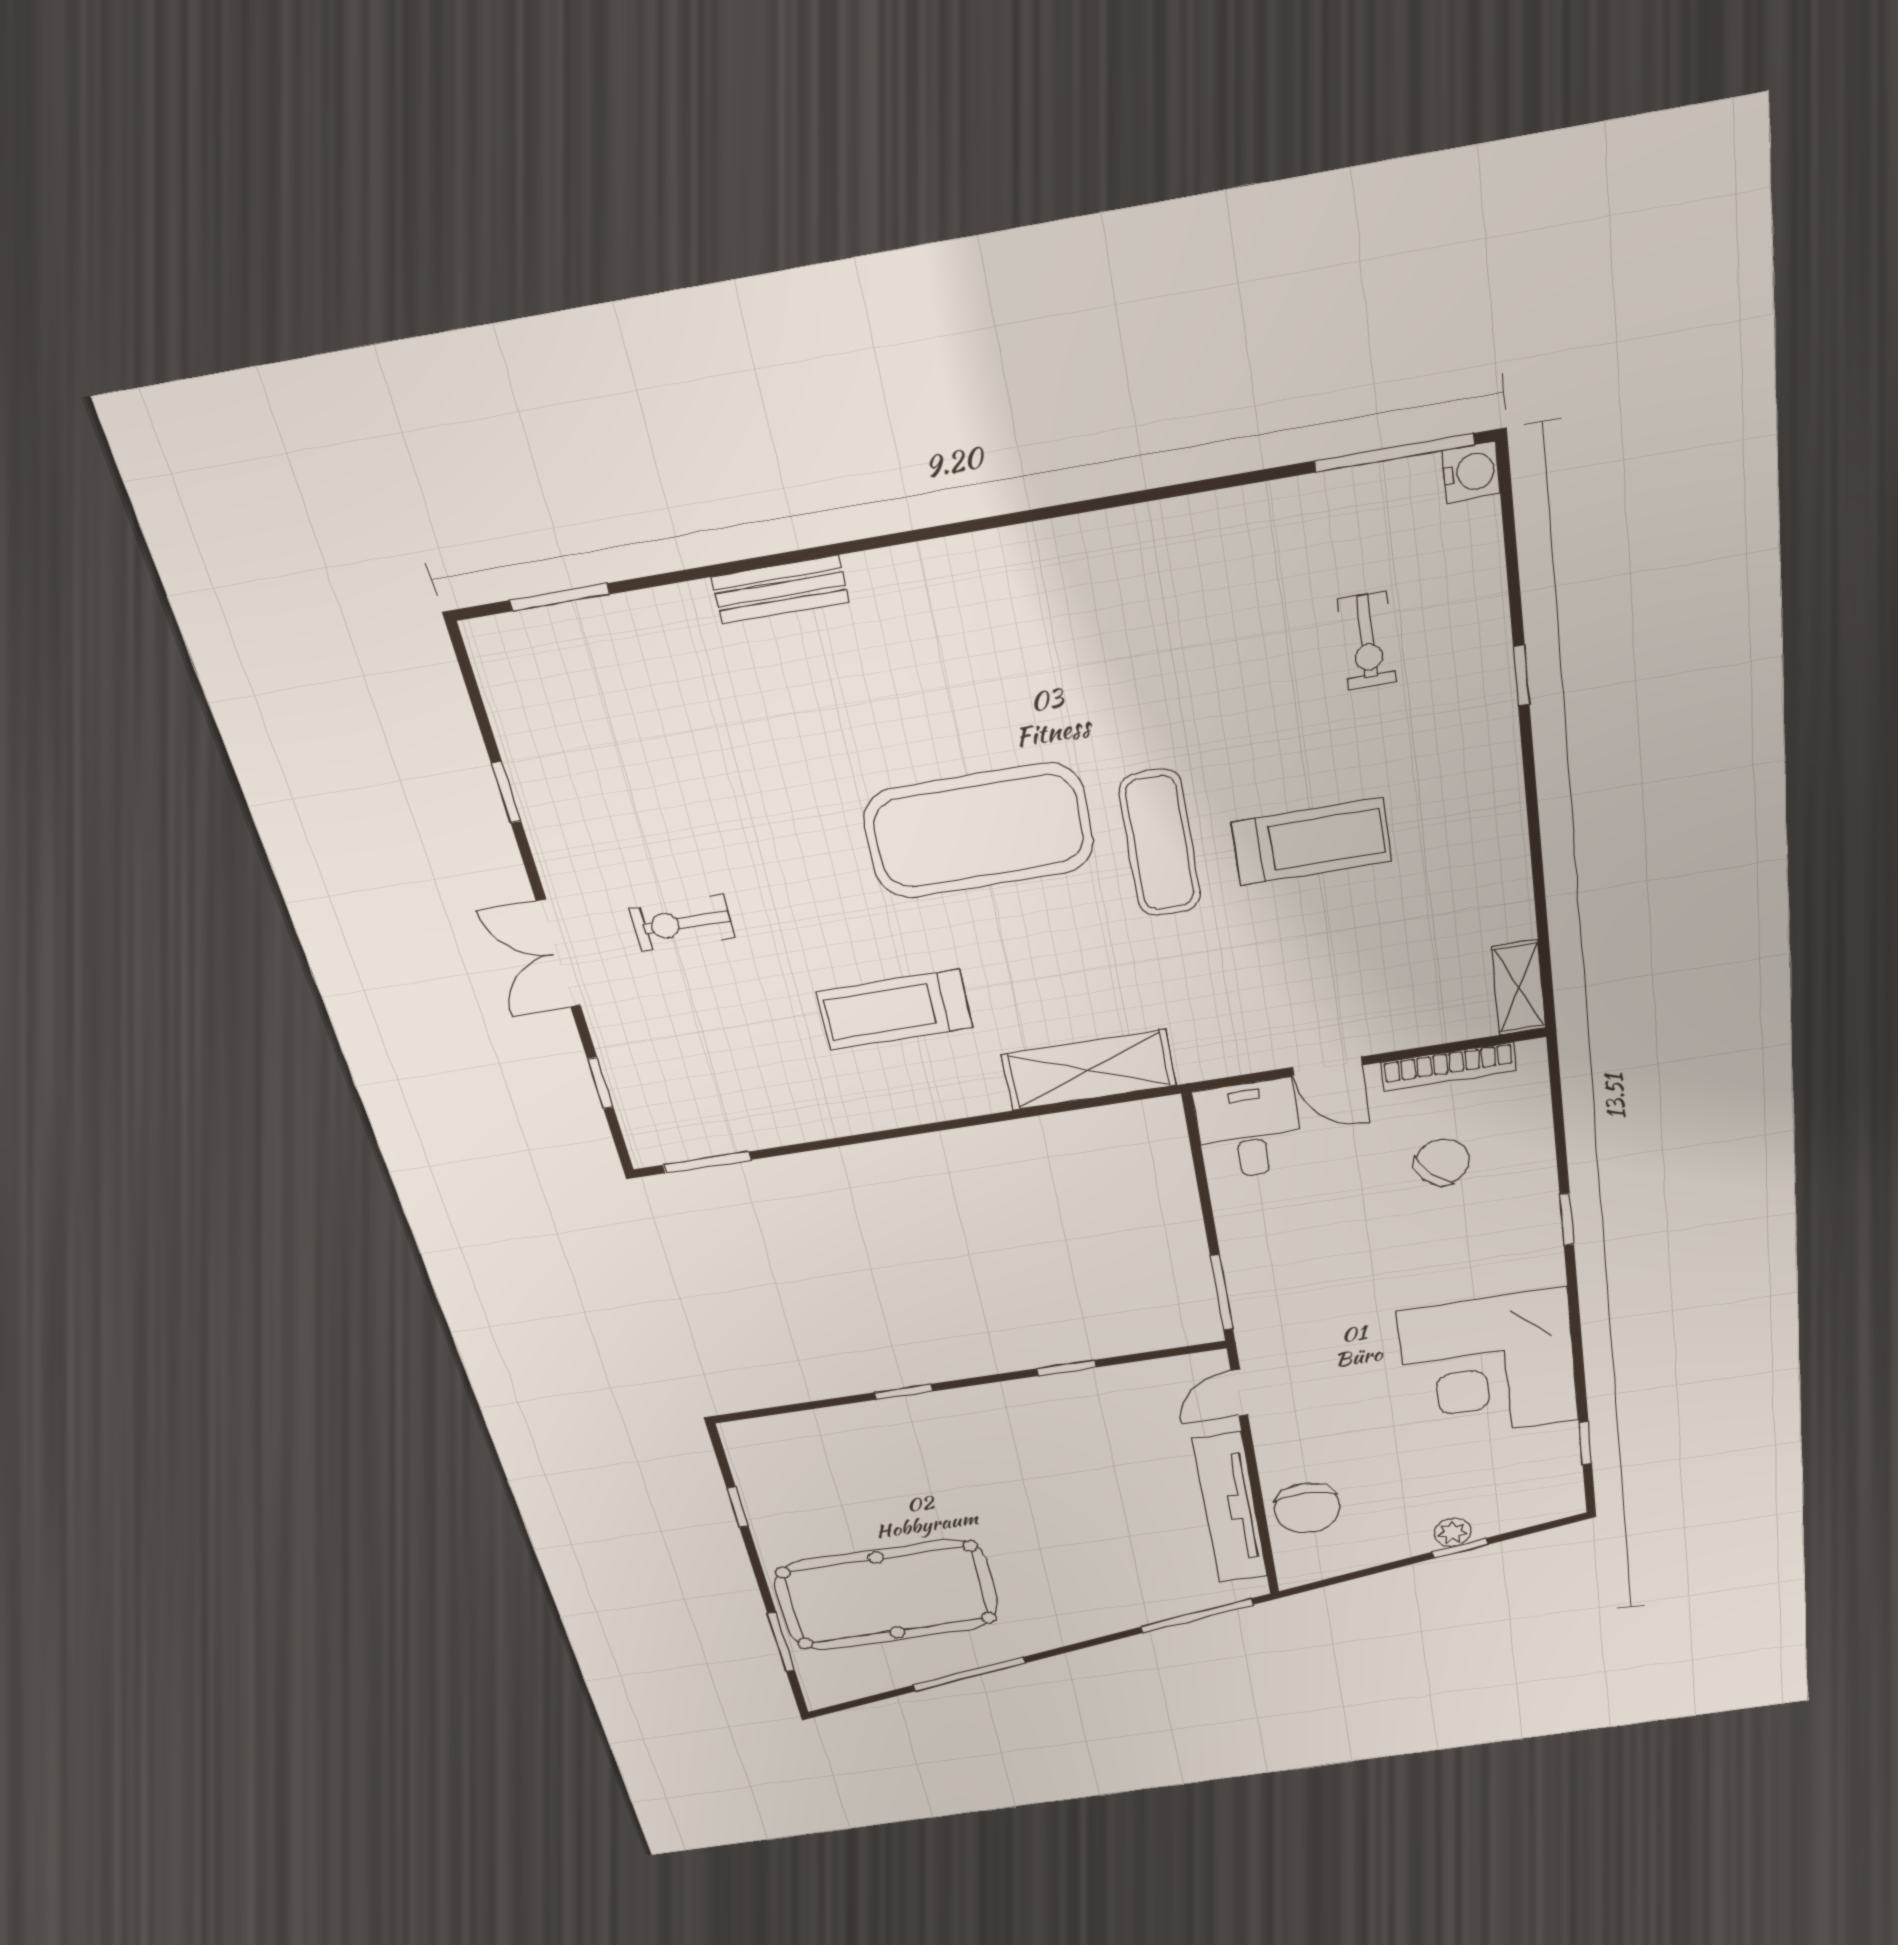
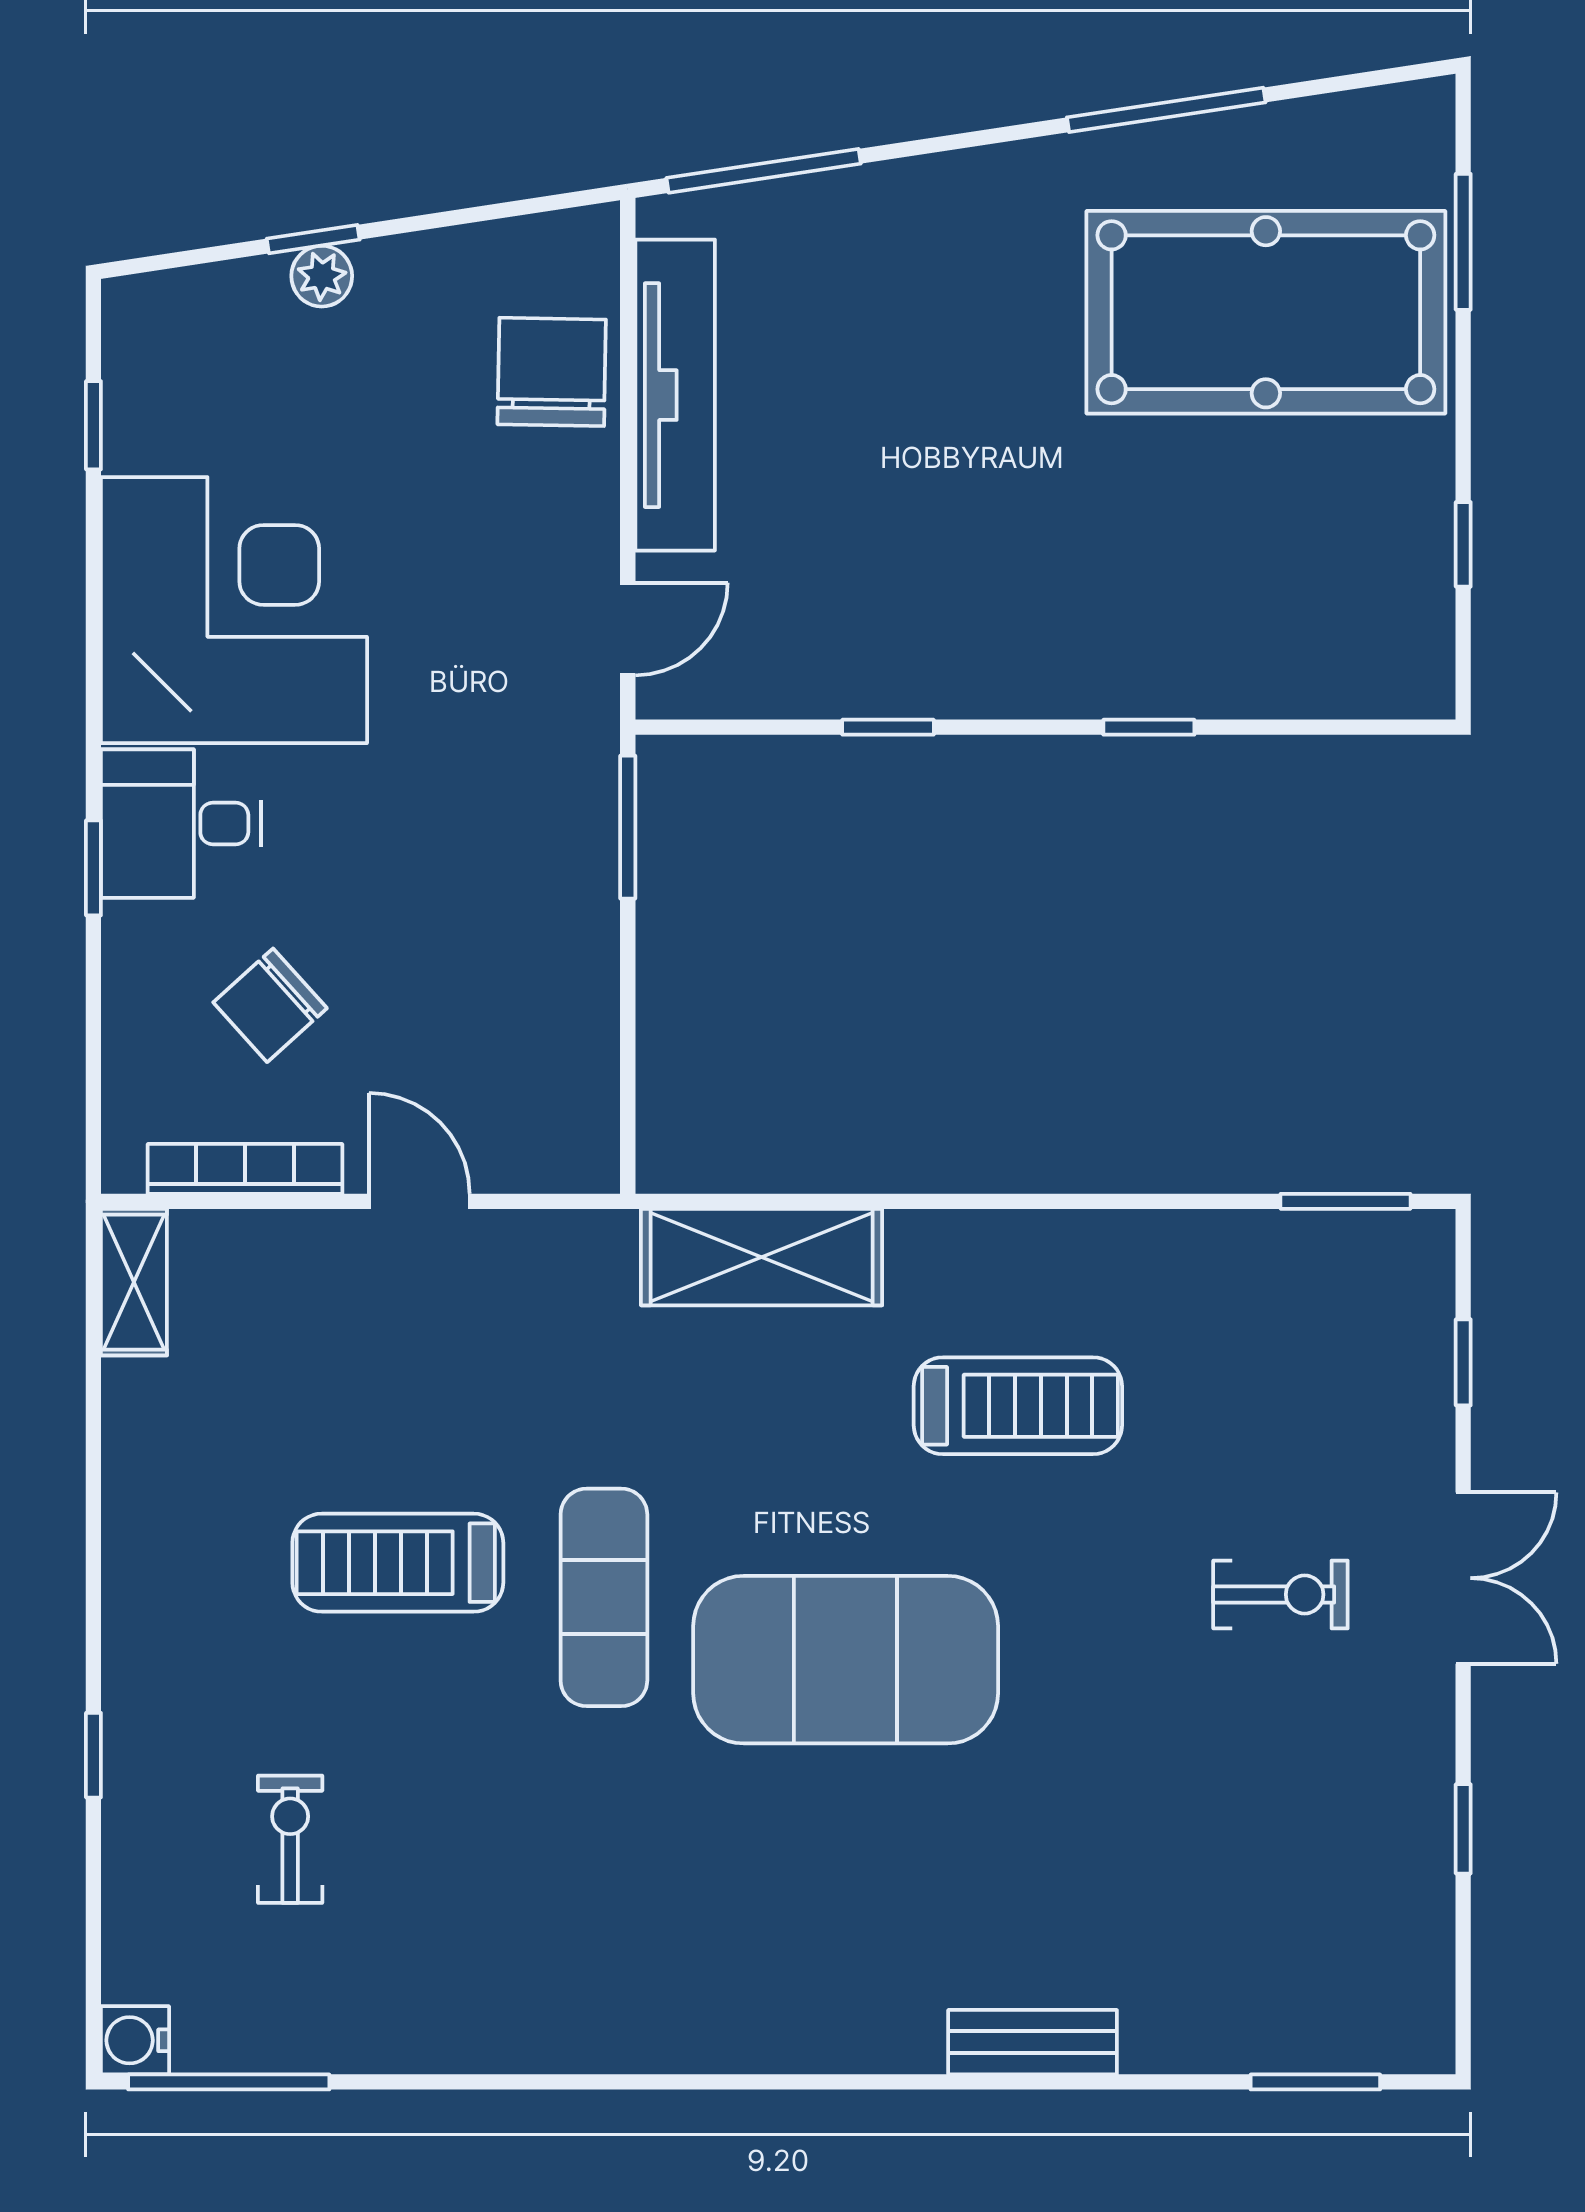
desk: (1249, 1130) -> (181, 824), moved, turned 90

